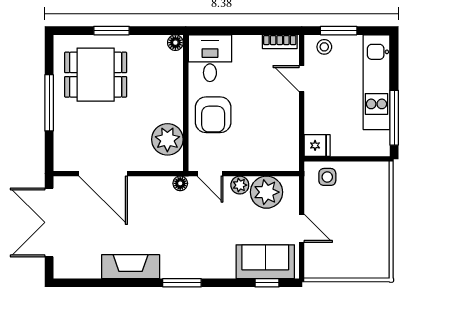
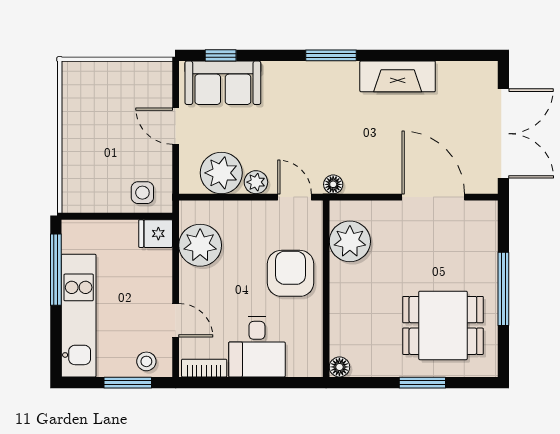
desk: (210, 58) -> (257, 347), moved
plant: (283, 136) -> (200, 245), added

